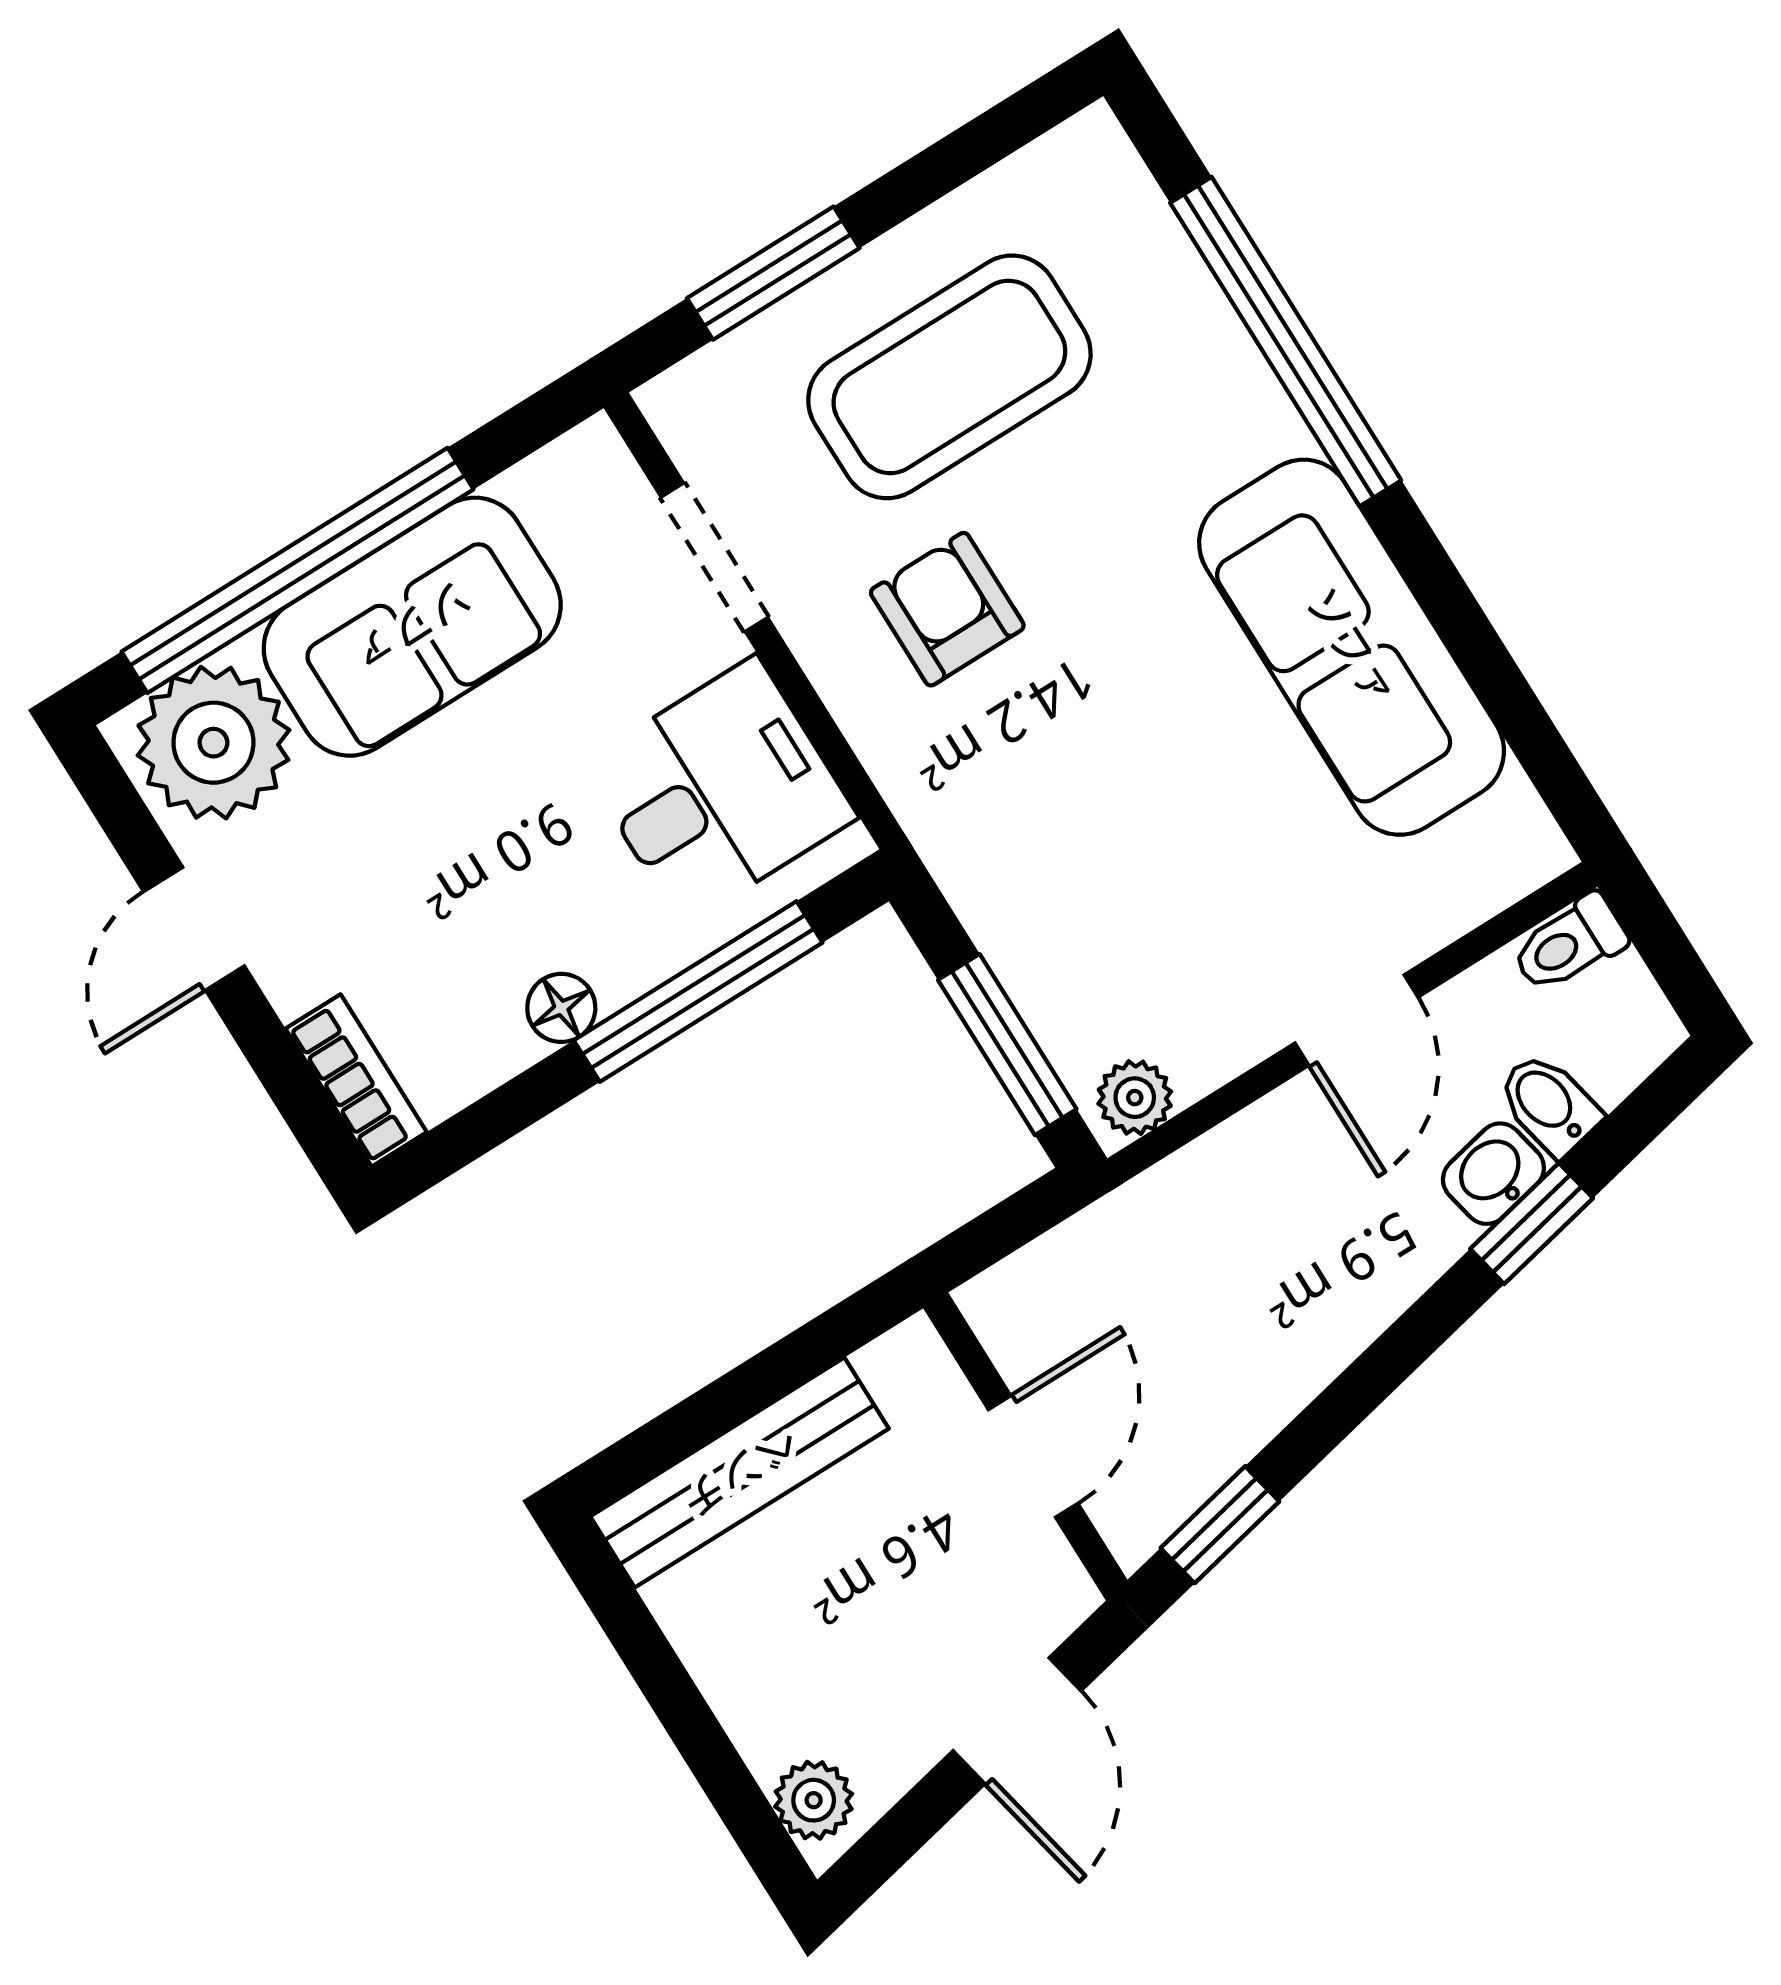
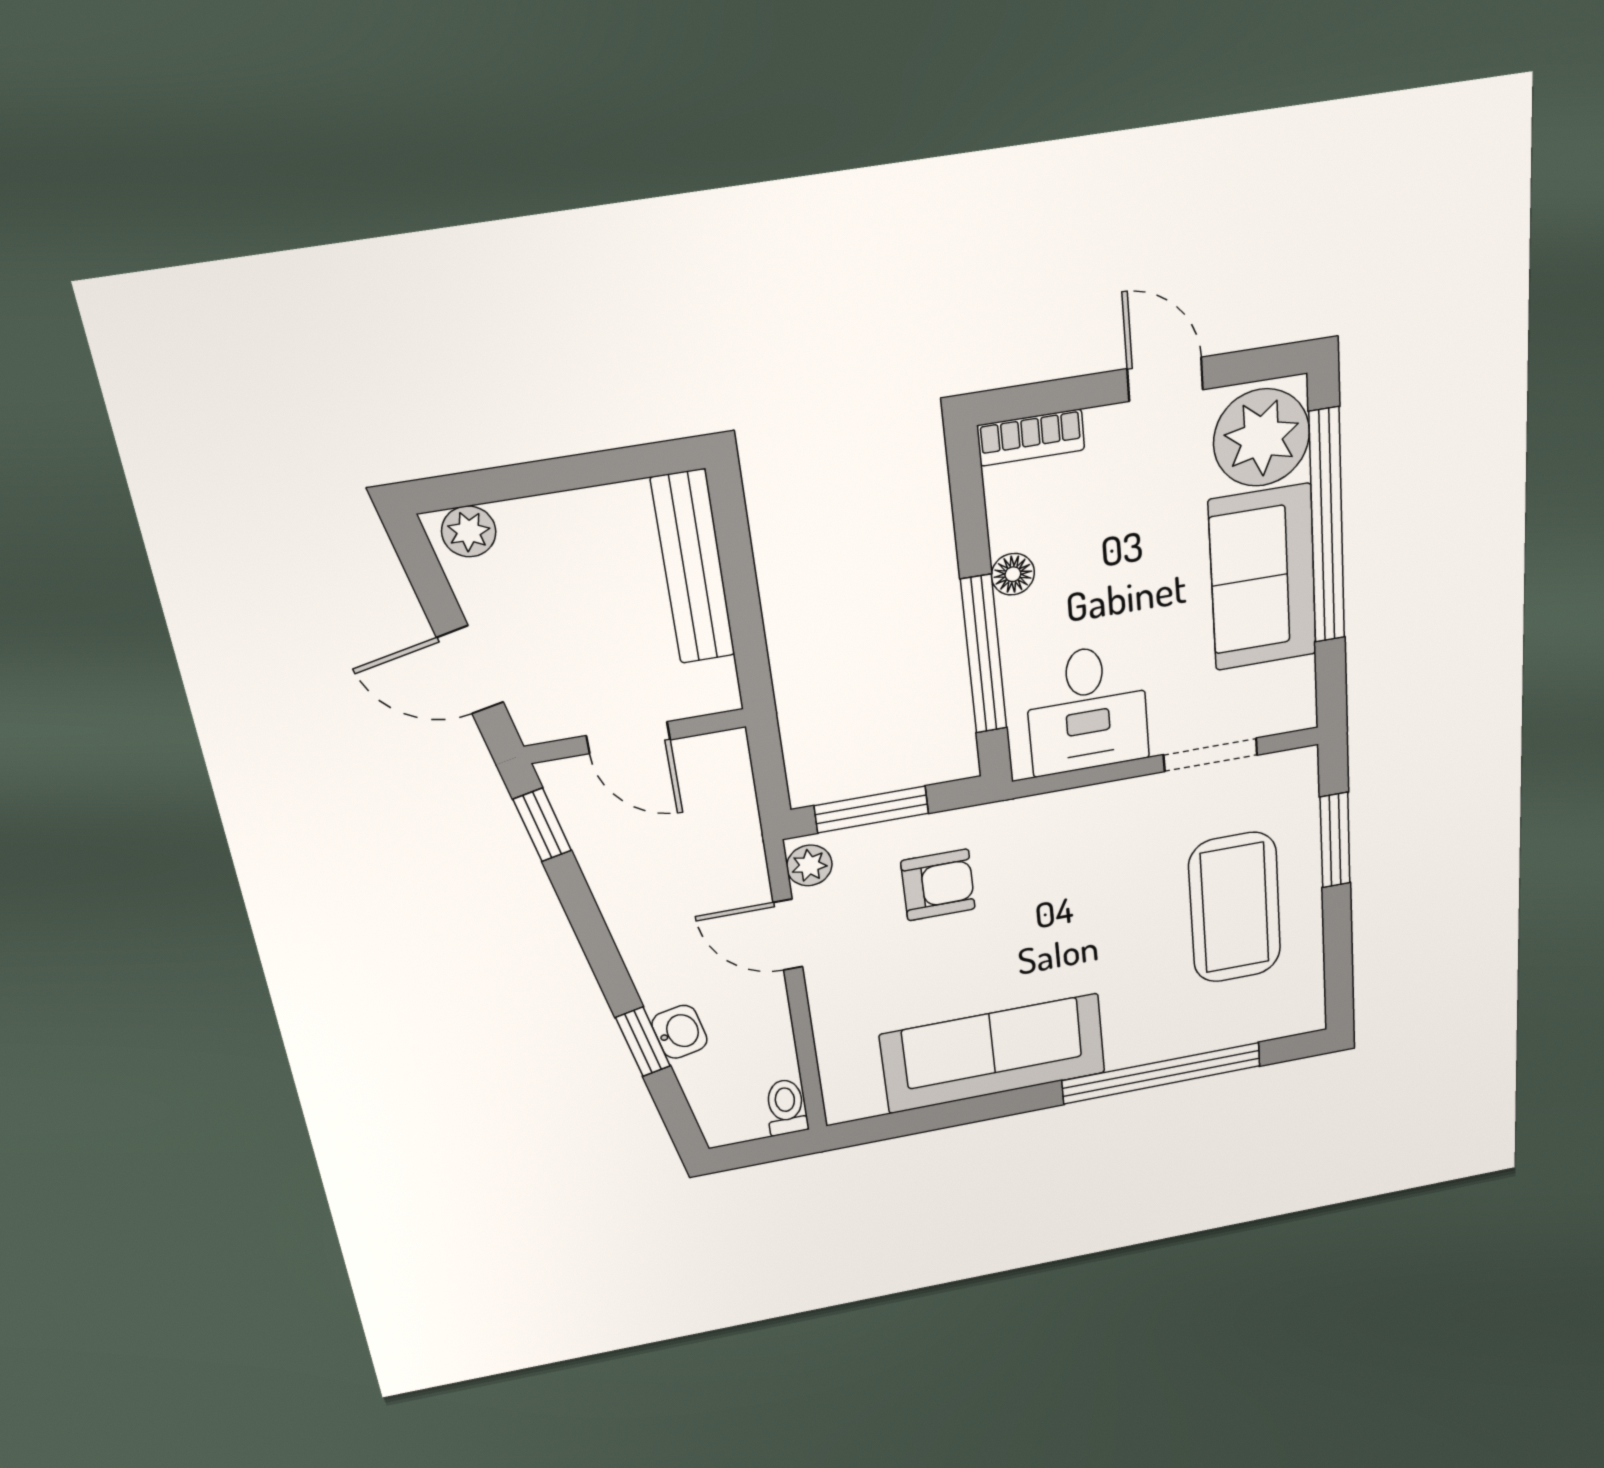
armchair: (947, 609) -> (938, 885), moved
door: (1356, 1020) -> (788, 935), moved
bidet: (1549, 1104) -> (705, 1071), removed

